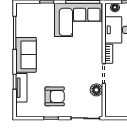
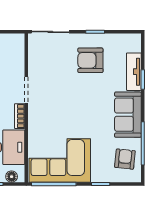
armchair: (28, 21) -> (125, 159), added
floor lamp: (96, 90) -> (36, 69), removed

